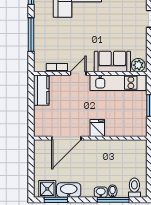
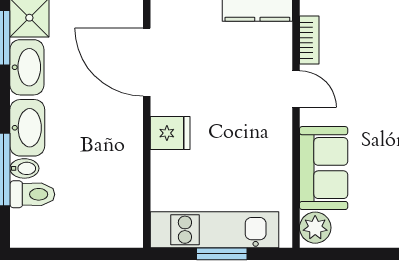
kitchen unit: (118, 83) -> (214, 230), moved, turned 90
toilet: (134, 188) -> (32, 194), moved
washbasin: (101, 192) -> (27, 128), width x1.91, depth x1.45

